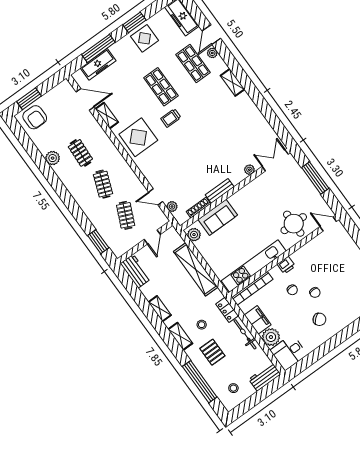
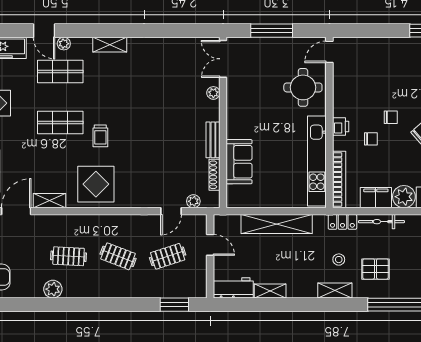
clothes rail: (126, 215) -> (168, 256), turned -42
plant: (194, 235) -> (239, 200), removed
shelving: (160, 309) -> (270, 291), moved

